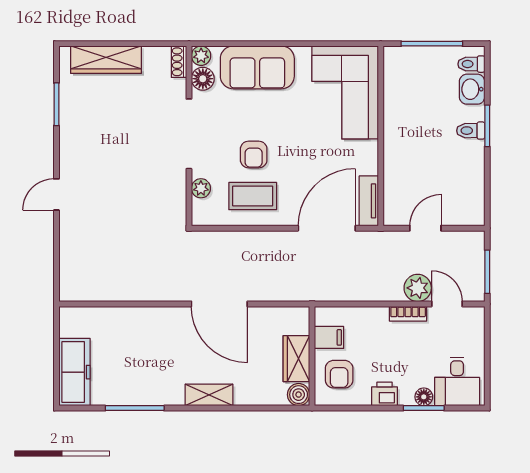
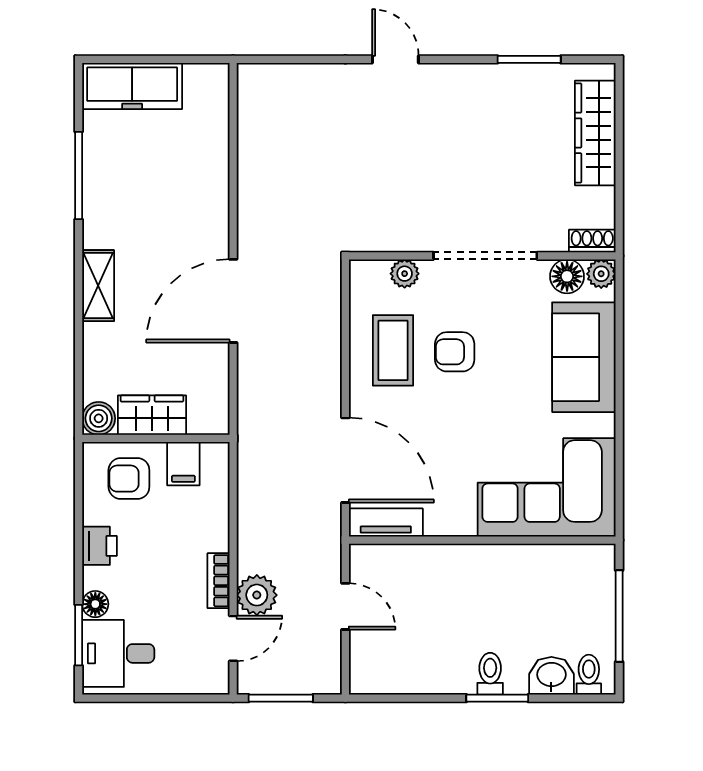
window: (424, 408) -> (79, 635), moved

